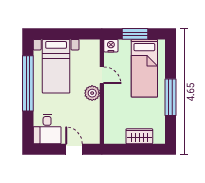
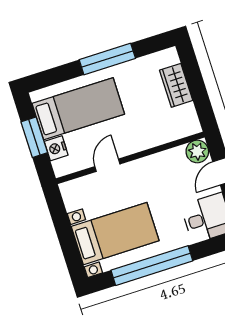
nightstand: (111, 46) -> (56, 148), moved
plant: (92, 93) -> (197, 151), moved

